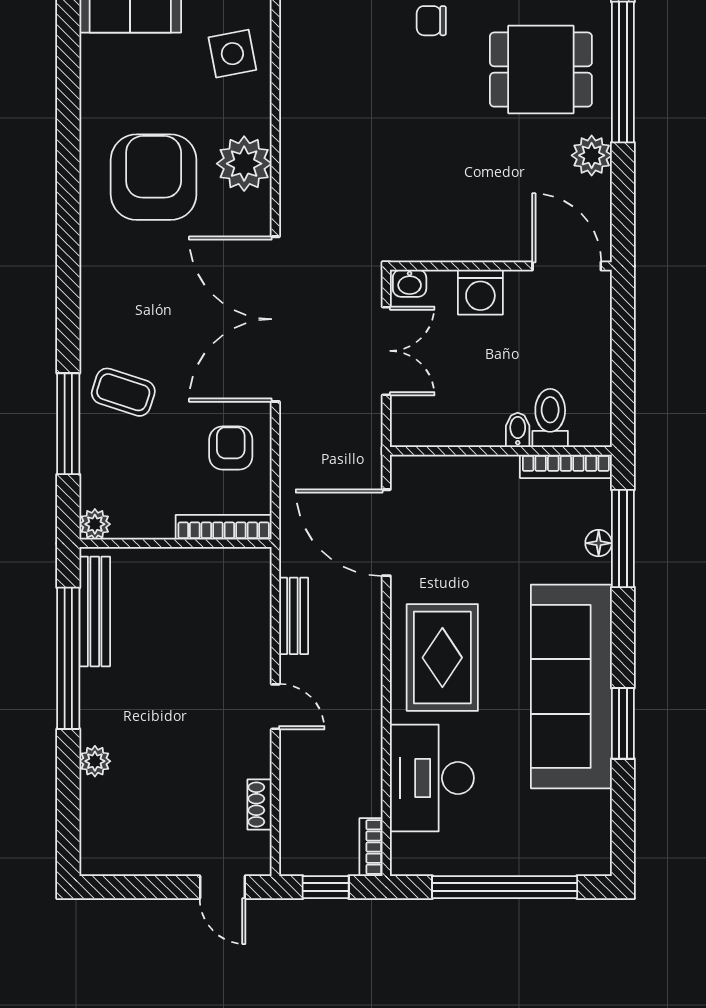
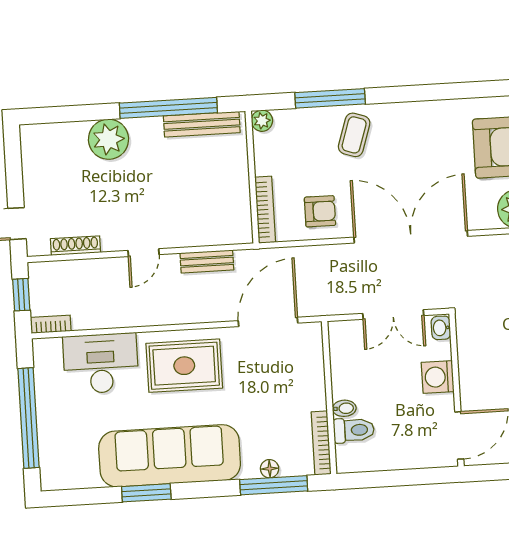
plant: (95, 761) -> (109, 139), width x1.87, depth x1.87
shoe rack: (259, 805) -> (75, 246), width x1.43

